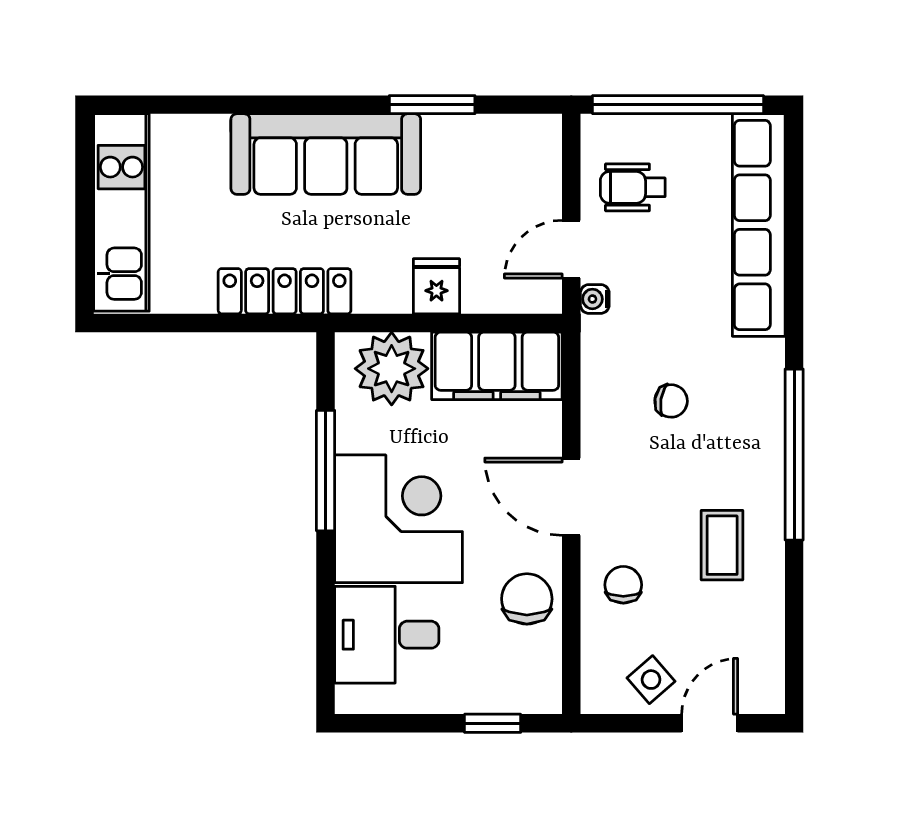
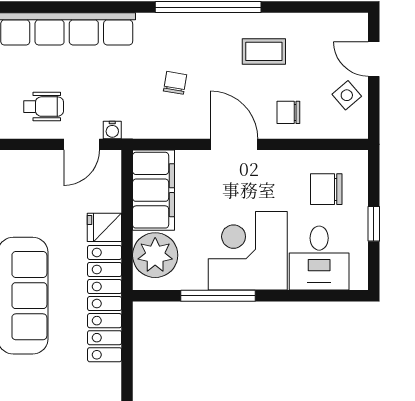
wheelchair: (633, 187) -> (43, 107), turned -90
door: (571, 249) -> (82, 144), hinge flipped
locker: (285, 291) -> (105, 304), width x1.41, depth x1.21
door: (571, 497) -> (234, 144), swing flipped
chair: (527, 599) -> (326, 189), moved
window: (493, 723) -> (374, 224), moved

